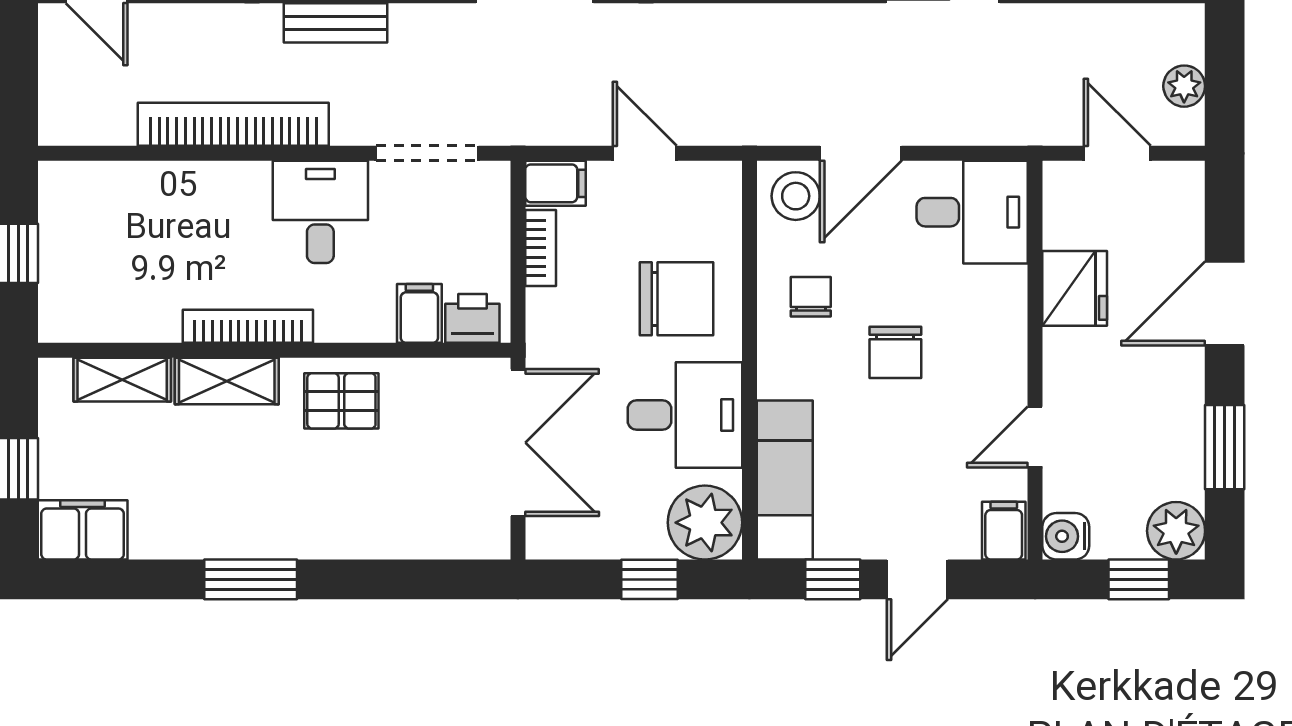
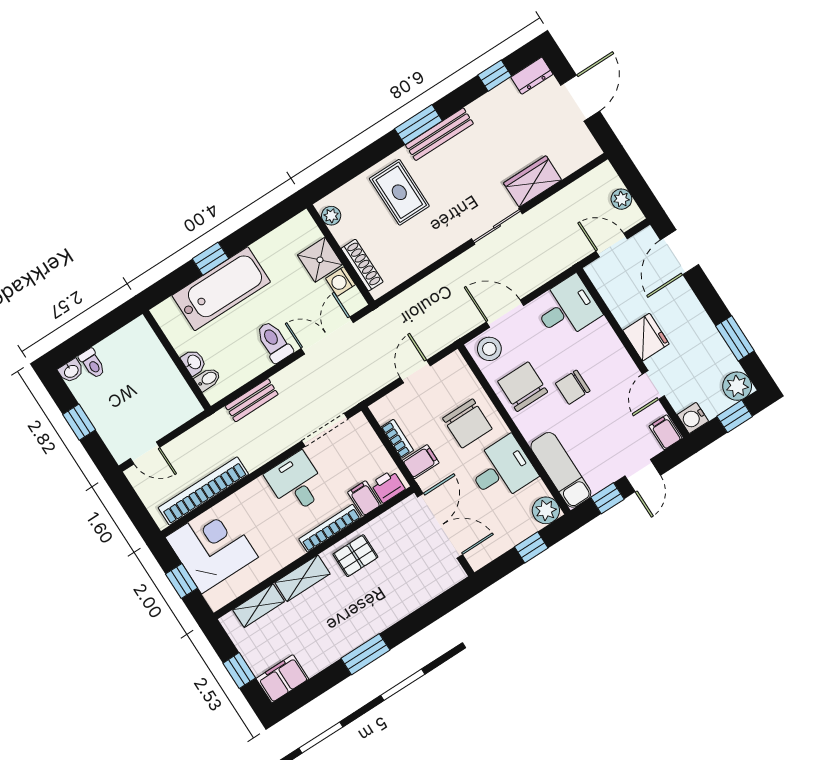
bookcase: (233, 124) -> (203, 491), moved
door: (645, 153) -> (415, 372), hinge flipped
door: (861, 153) -> (505, 314), swing flipped
filing cabinet: (555, 183) -> (421, 462), moved
corner desk: (106, 229) -> (212, 547), added
fridge: (1075, 288) -> (646, 337), moved
chair: (811, 297) -> (523, 387), width x1.87, depth x1.87
chair: (677, 299) -> (467, 423), turned 90
door: (1225, 303) -> (679, 252), moved
bookcase: (248, 326) -> (330, 528), moved
chair: (895, 352) -> (573, 387), turned 90
plant: (705, 523) -> (546, 510), width x0.73, depth x0.73

